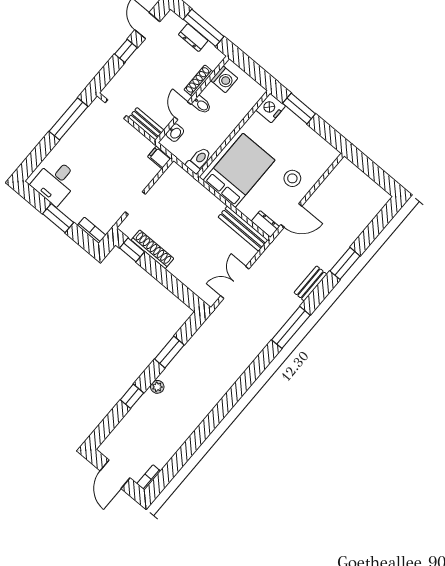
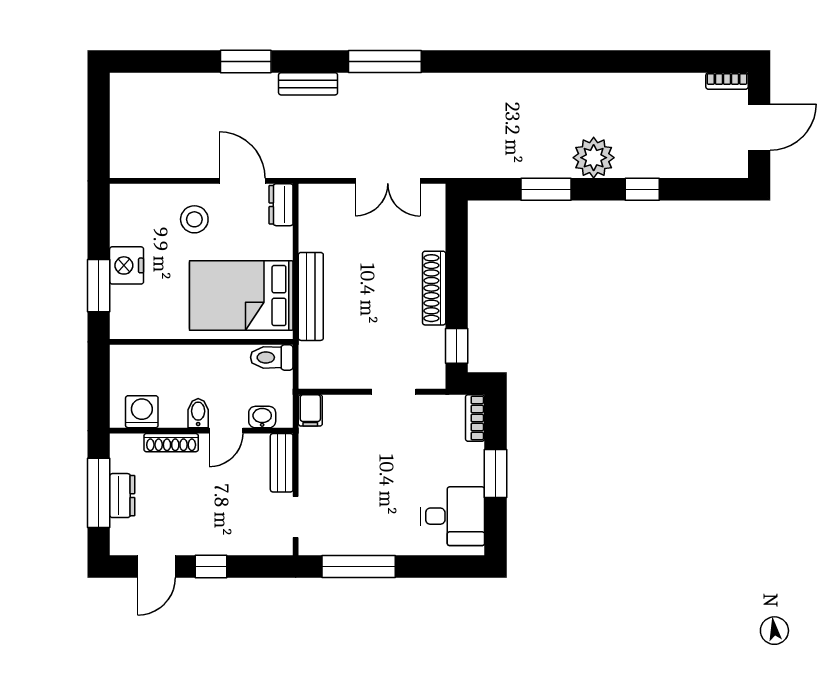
nightstand: (271, 108) -> (127, 265), moved, turned 90
bench: (243, 229) -> (311, 296), moved
shoe rack: (152, 249) -> (434, 288), moved
plant: (157, 387) -> (594, 158), width x1.88, depth x1.88

